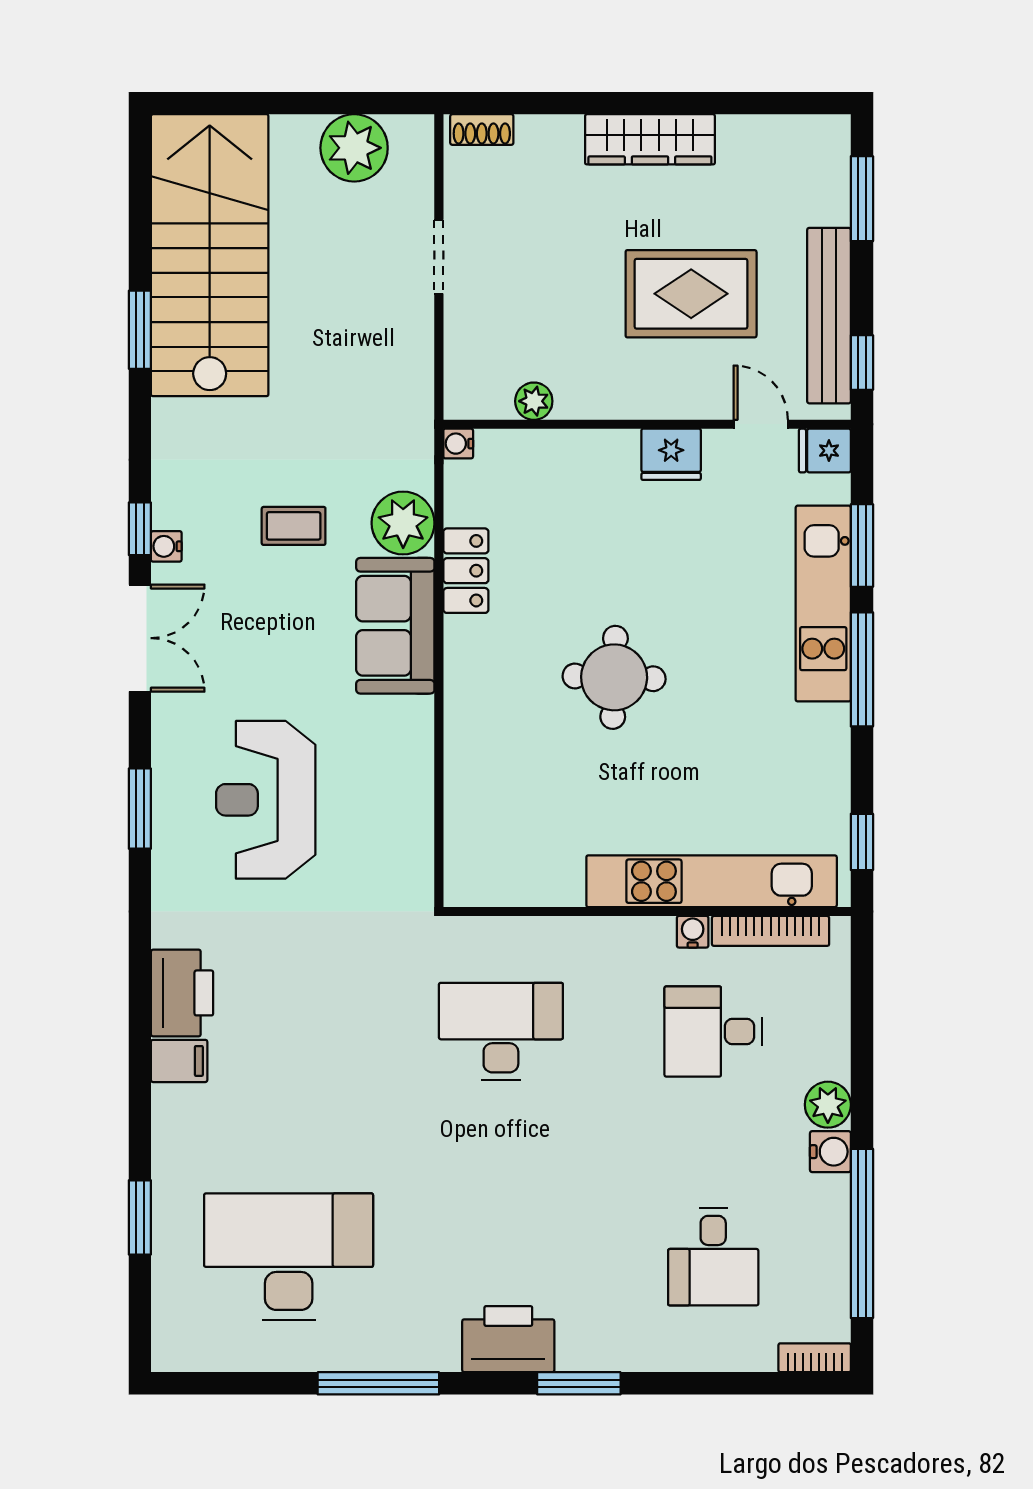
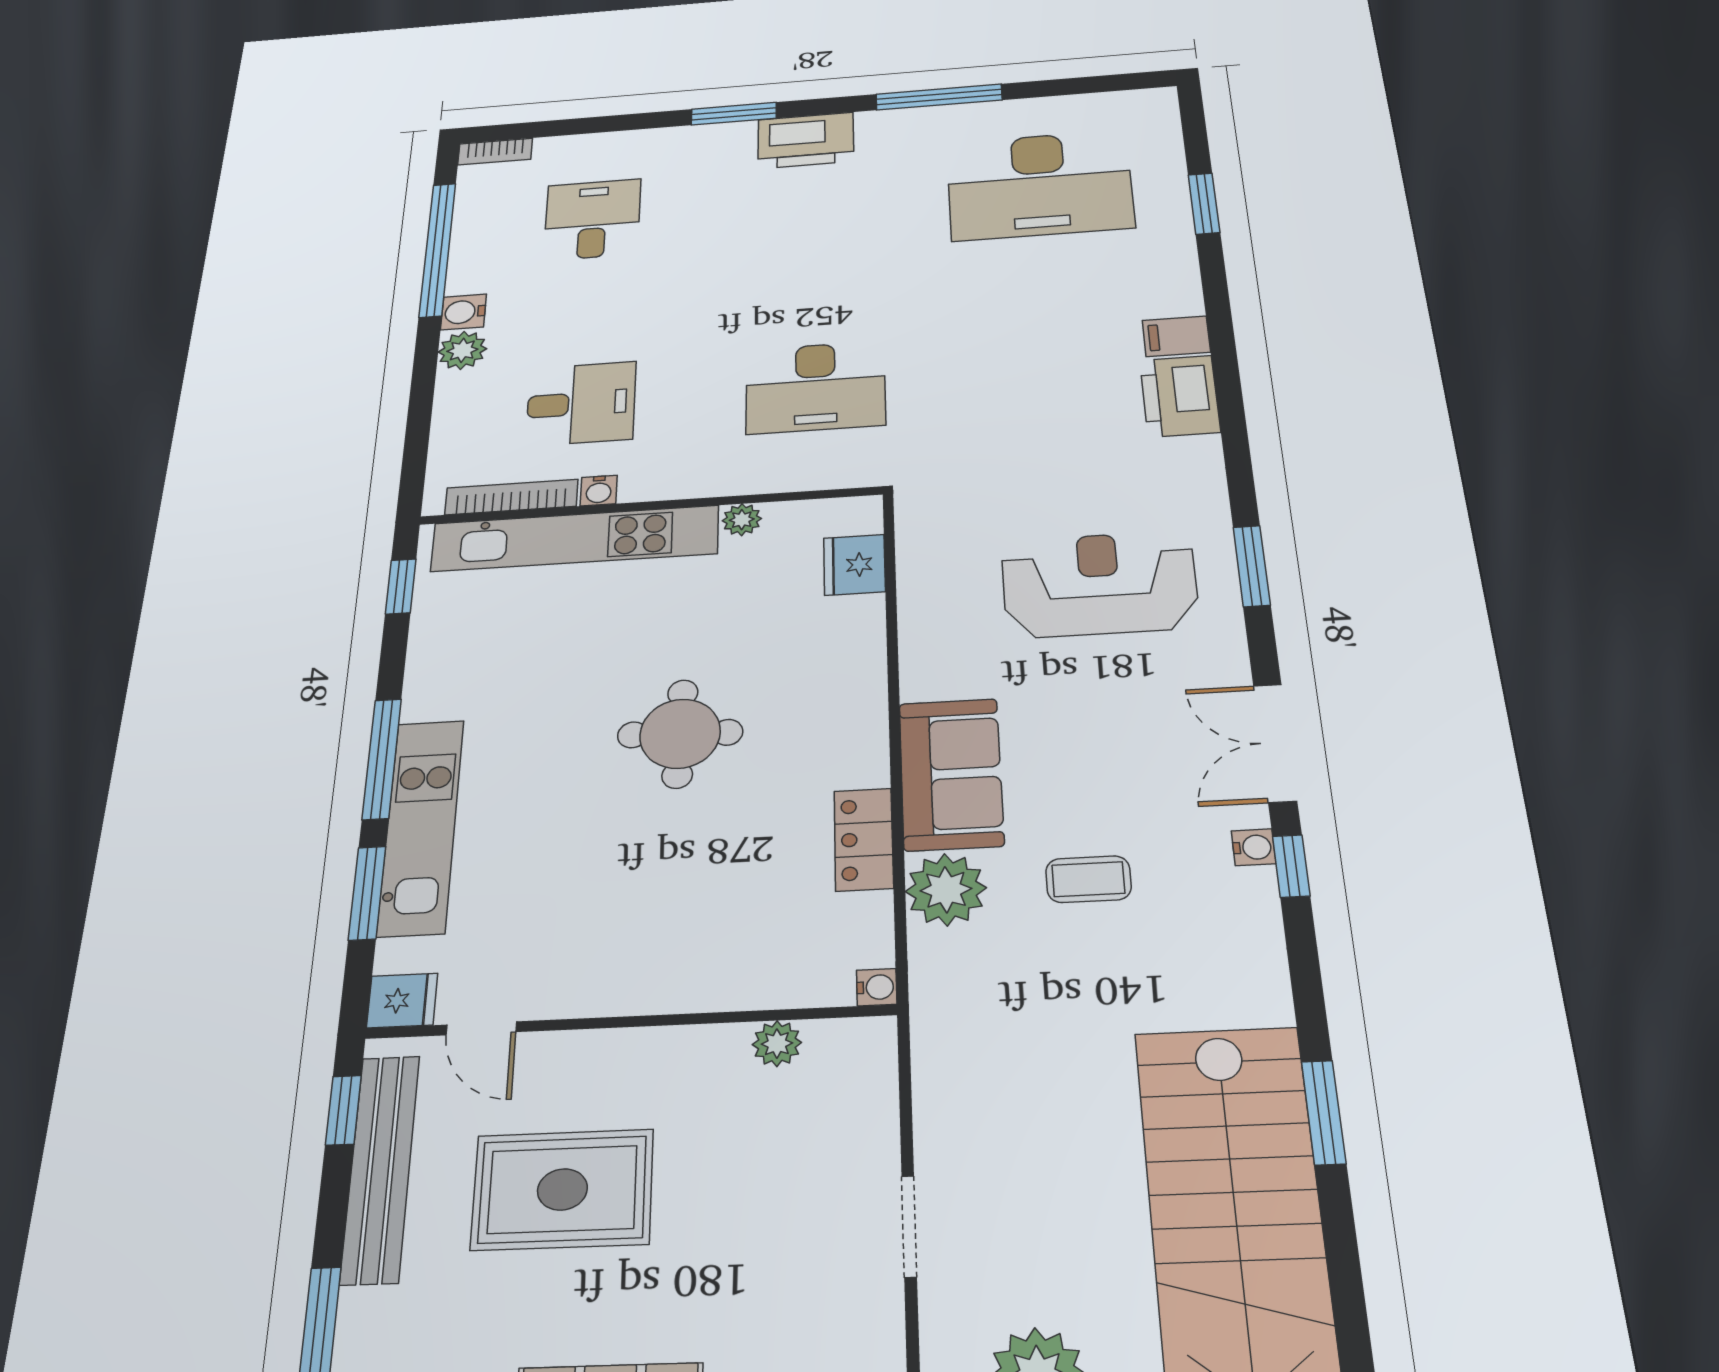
fridge: (671, 454) -> (854, 565), moved, turned -90
reception desk: (266, 800) -> (1099, 584), turned -90
plant: (566, 890) -> (742, 520), added

